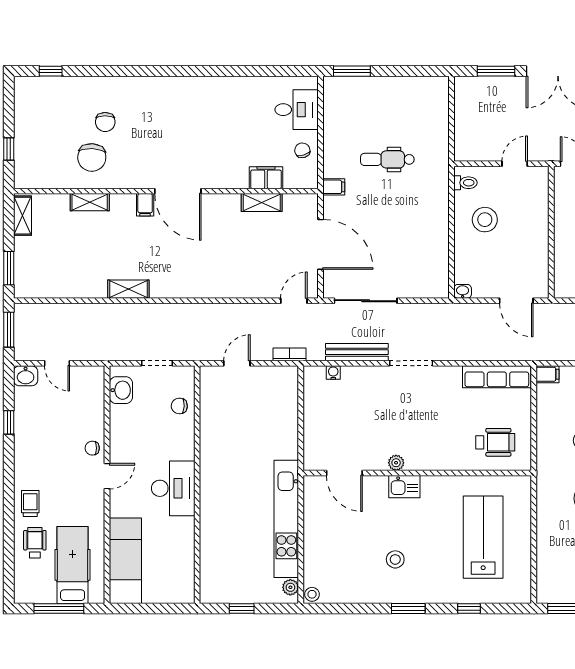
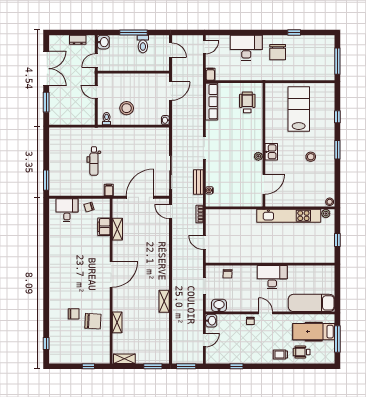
filing cabinet: (145, 205) -> (119, 292), removed
bench: (357, 352) -> (198, 182), width x0.73
washbasin: (26, 376) -> (211, 321), moved
lab bench: (483, 537) -> (299, 109), turned 90

